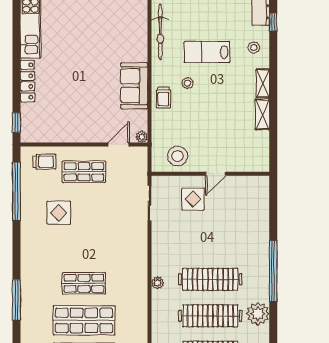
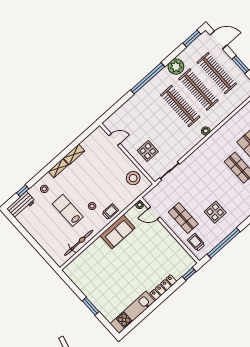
lab bench: (207, 52) -> (68, 210), turned 180
door: (215, 174) -> (114, 139), moved

